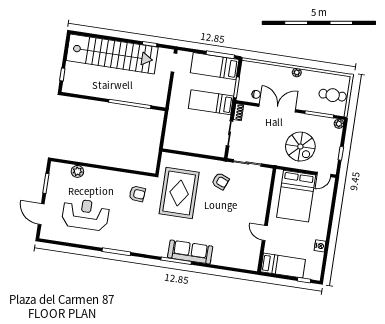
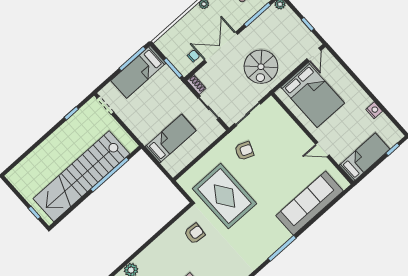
stairs: (112, 54) -> (81, 176), moved, turned 180
bed: (211, 102) -> (171, 139), moved, turned 180
spiral stairs: (300, 147) -> (261, 67), moved, turned 90
sofa: (190, 252) -> (310, 203), moved, width x1.36, depth x1.27

